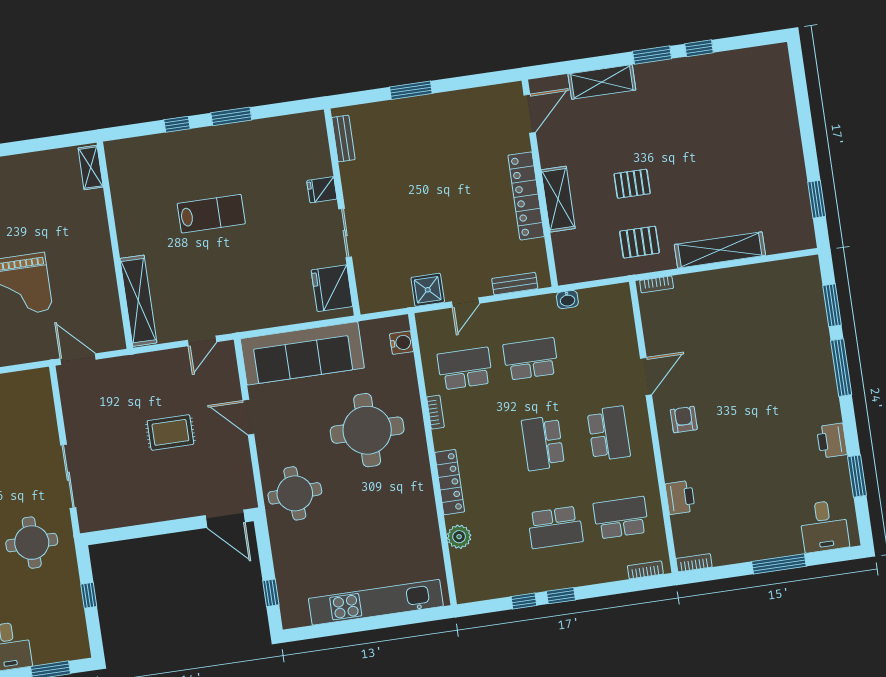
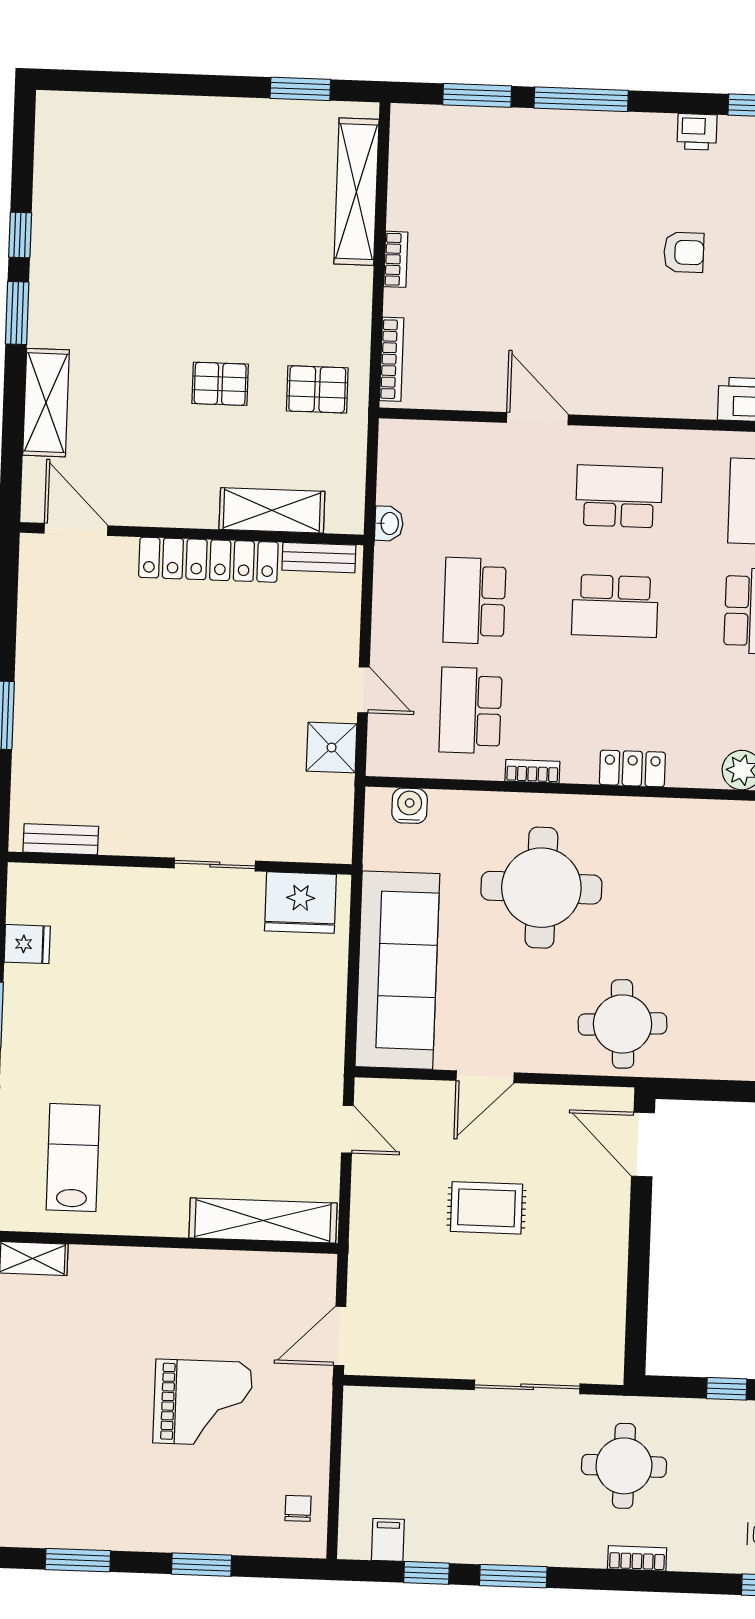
pallet: (632, 184) -> (220, 384), turned 90
fridge: (322, 190) -> (27, 944), moved, turned -90
shelving: (558, 199) -> (272, 510), moved
lab bench: (211, 214) -> (73, 1158), moved
pallet: (639, 242) -> (317, 389), turned 90
shelving: (720, 250) -> (356, 192), moved
bookcase: (725, 275) -> (396, 259), added
bench: (515, 284) -> (319, 558), moved, turned 90
bookcase: (657, 284) -> (392, 359), width x1.56
armchair: (684, 420) -> (684, 252), moved, turned 180
rug: (170, 432) -> (487, 1208), turned 90
printer: (832, 441) -> (697, 132), width x0.73, depth x0.81
locker: (450, 482) -> (632, 768), width x0.66
door: (225, 519) -> (643, 1144), swing flipped

